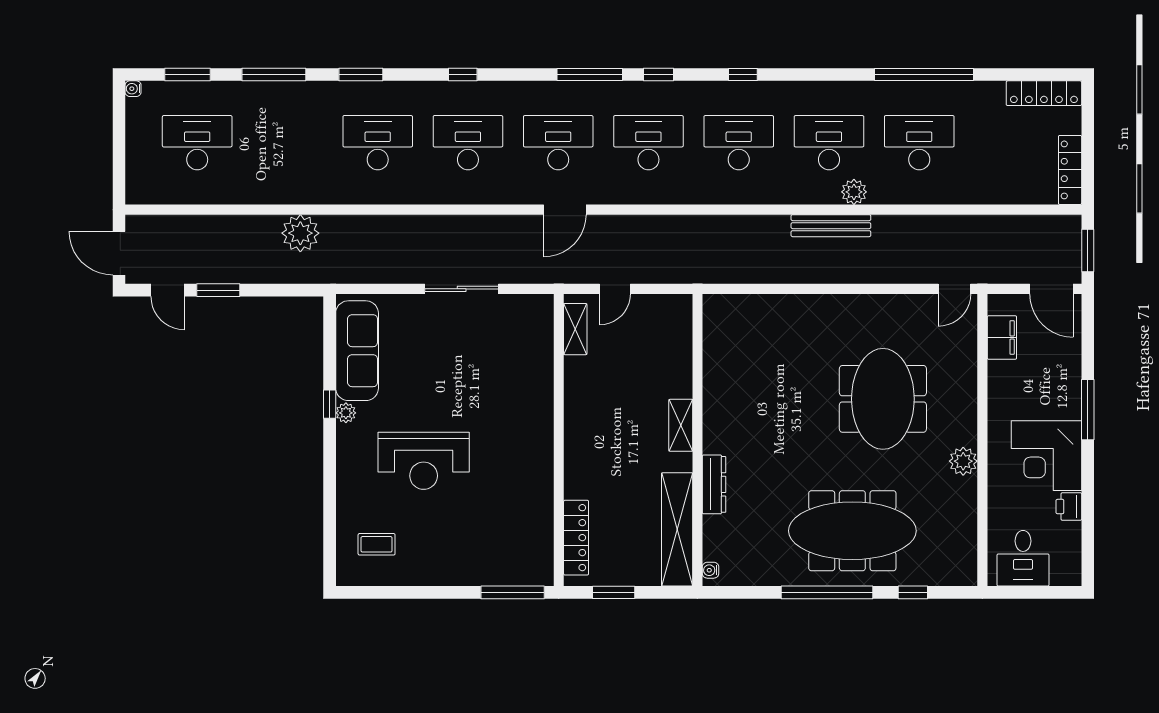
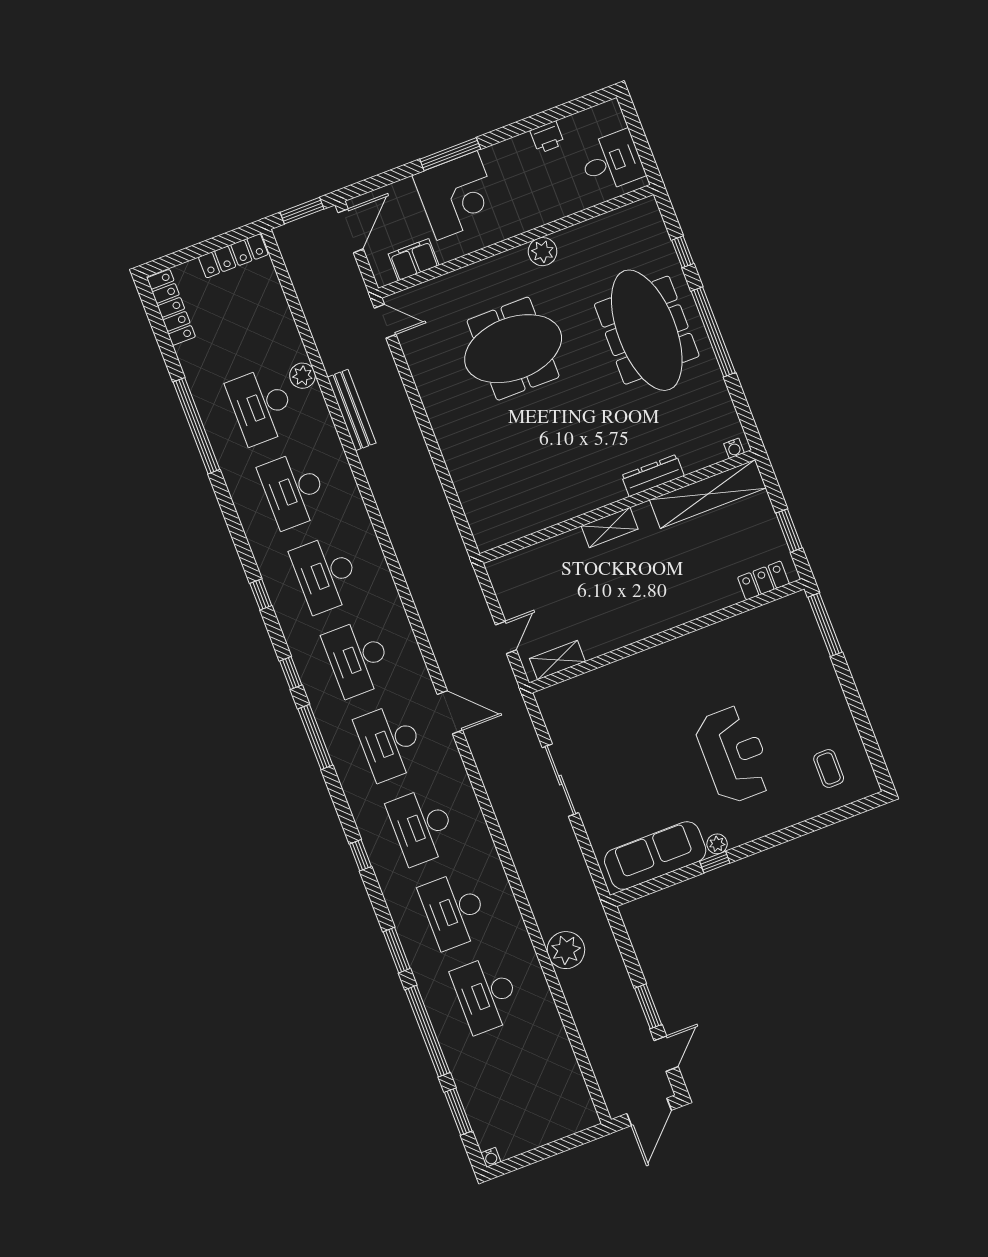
window: (274, 75) -> (428, 1031), width x1.46
desk: (197, 143) -> (486, 994), moved
plant: (854, 192) -> (302, 376), moved
bench: (831, 226) -> (352, 410), moved
door: (615, 289) -> (506, 637), hinge flipped
corner desk: (1046, 456) -> (457, 195), moved
locker: (576, 538) -> (763, 580), width x0.66

